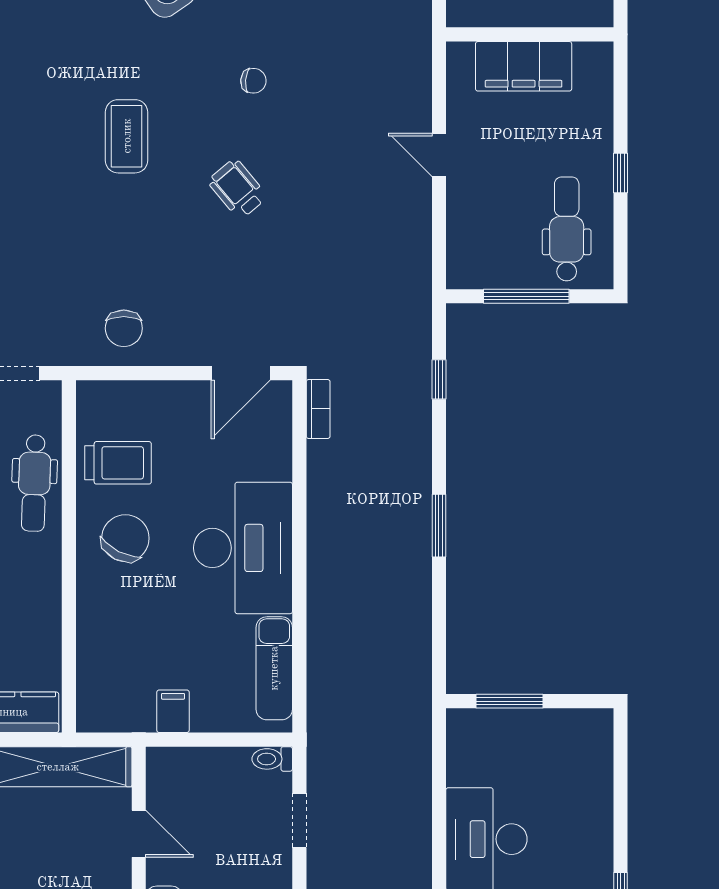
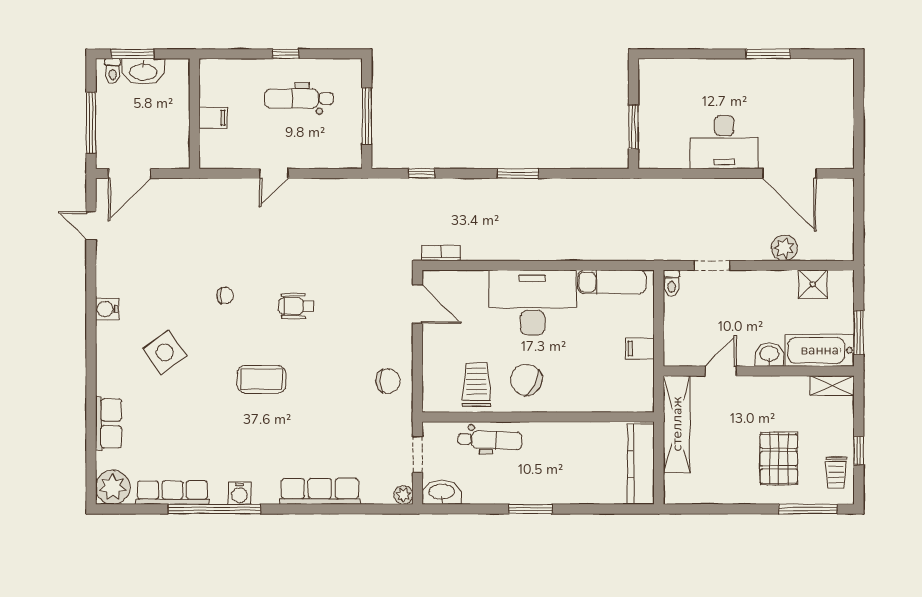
filing cabinet: (524, 66) -> (213, 118), width x0.33, depth x0.86
chair: (253, 81) -> (225, 296), turned 85
wheelchair: (237, 189) -> (296, 306), turned 40
dental chair: (567, 229) -> (299, 98), moved

